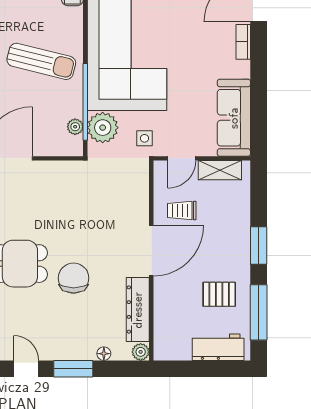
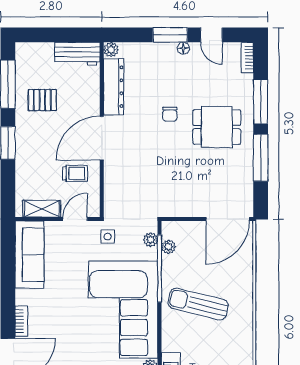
plant: (103, 128) -> (151, 240), width x0.53, depth x0.53
chair: (74, 278) -> (170, 114), width x0.54, depth x0.54
workbench: (218, 347) -> (77, 54), moved
floor lamp: (104, 354) -> (183, 48), moved

